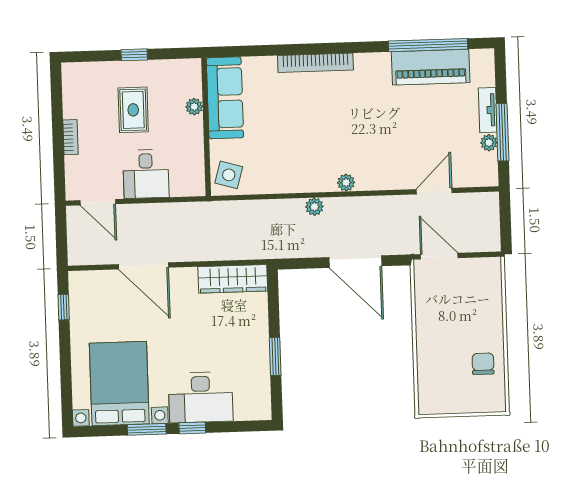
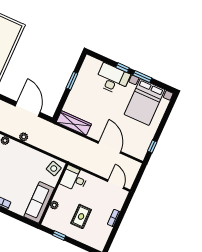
window: (134, 55) -> (59, 235), moved
desk: (146, 174) -> (74, 179), moved, turned -90
door: (355, 262) -> (28, 109), moved

